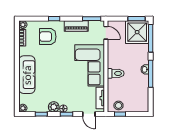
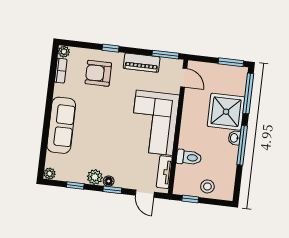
shower: (137, 32) -> (226, 112), moved
toilet: (116, 73) -> (189, 157), moved
stool: (118, 105) -> (207, 186), moved

